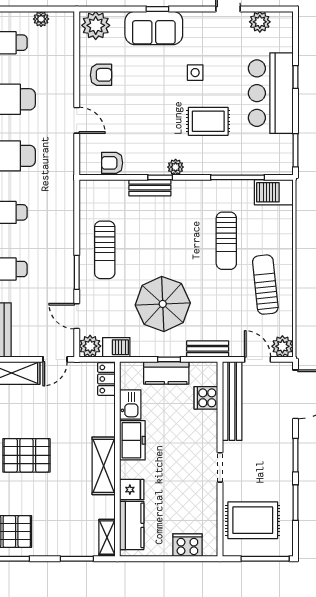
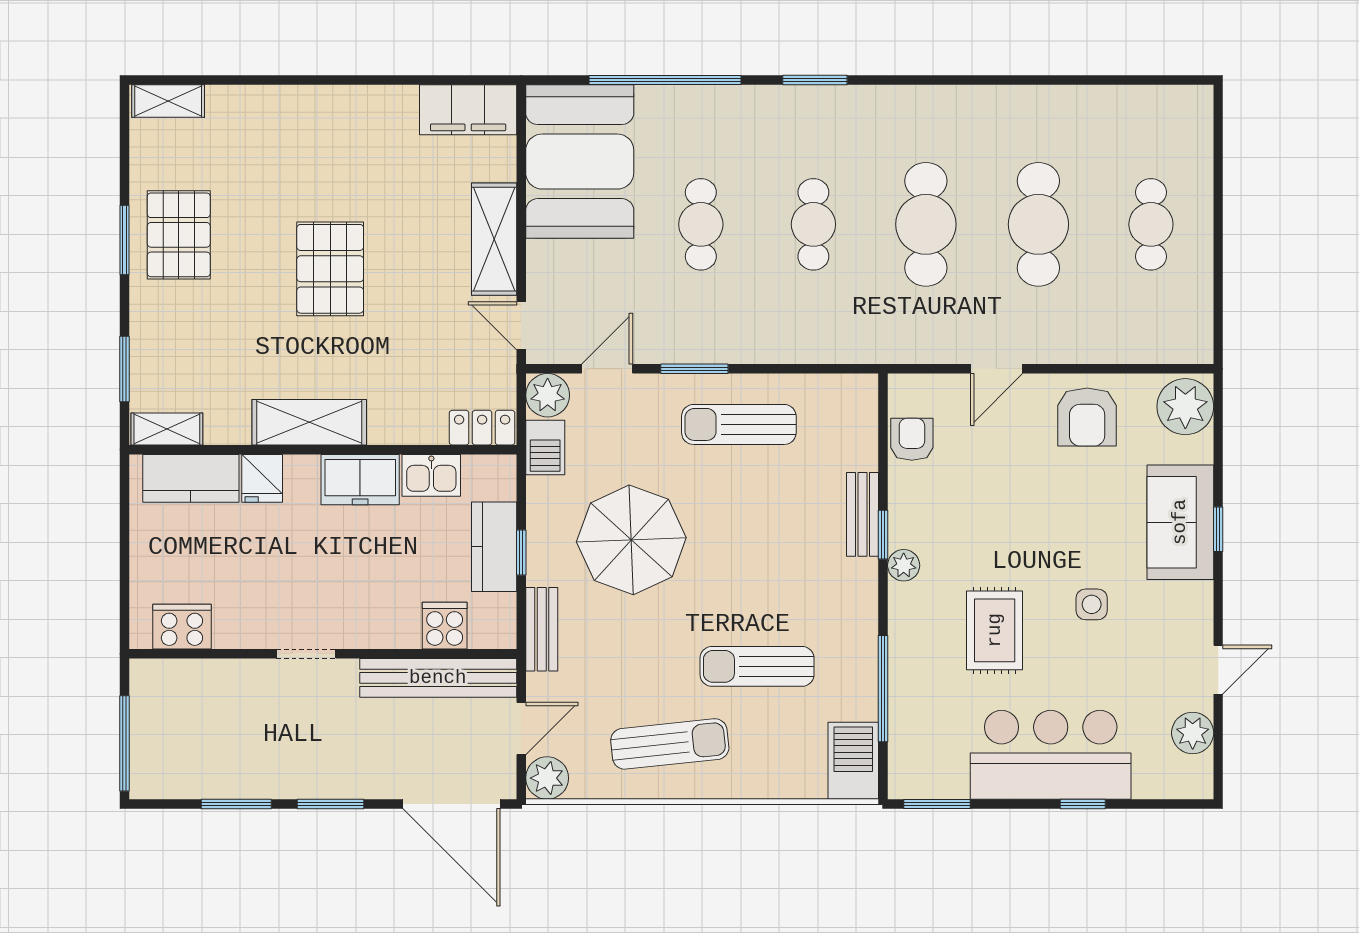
plant: (41, 19) -> (1198, 298), removed
armchair: (101, 75) -> (1087, 417), width x1.38, depth x1.38
rug: (253, 520) -> (201, 719), removed
cooker: (187, 545) -> (182, 627), moved, turned -90

